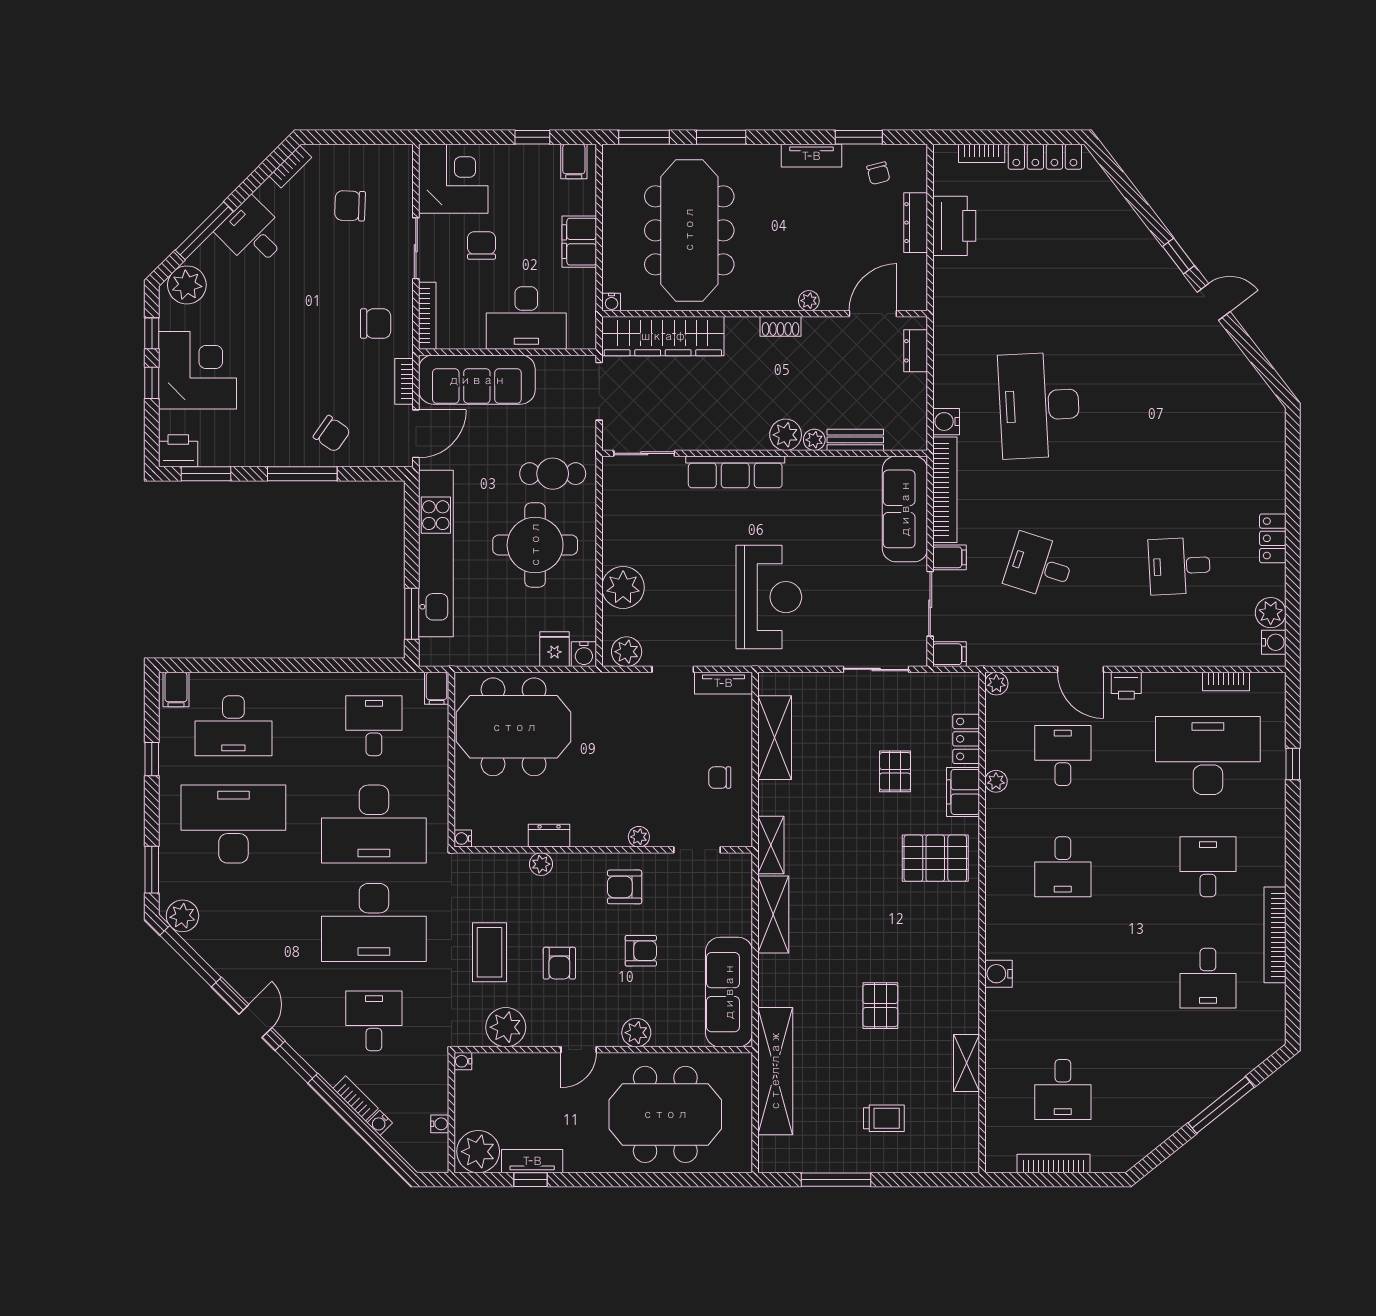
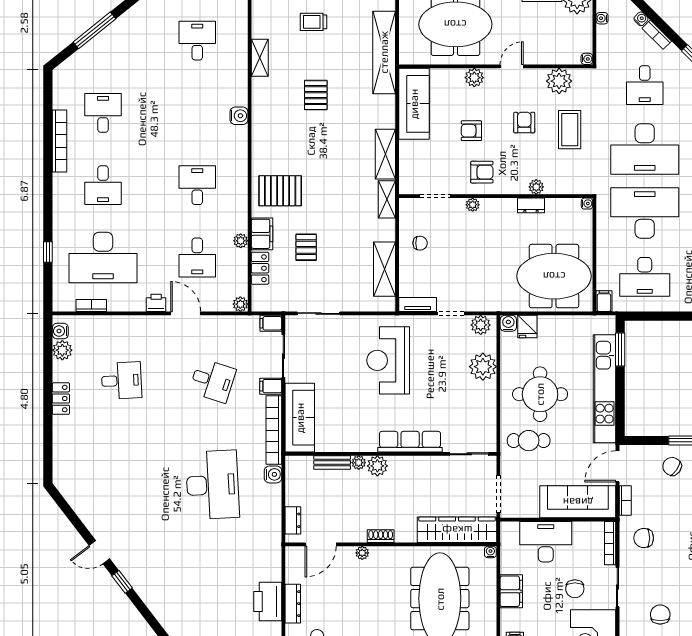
chair: (350, 206) -> (660, 615), turned -92
desk: (374, 726) -> (645, 277), width x1.37
desk: (374, 922) -> (645, 149), turned 180

